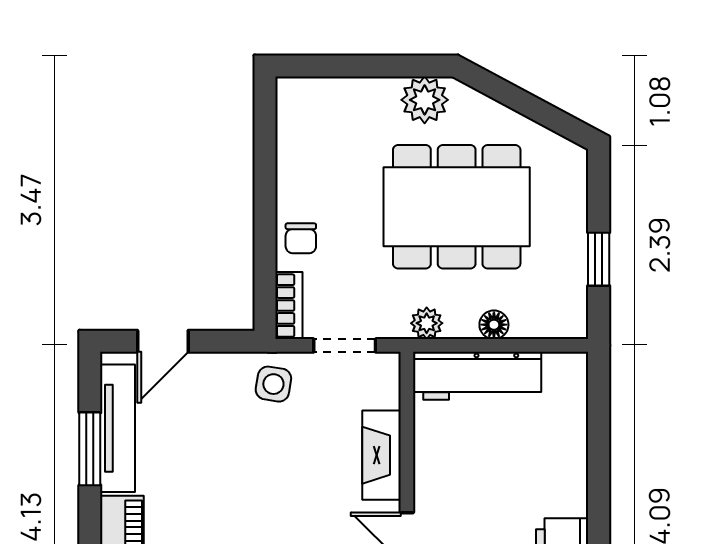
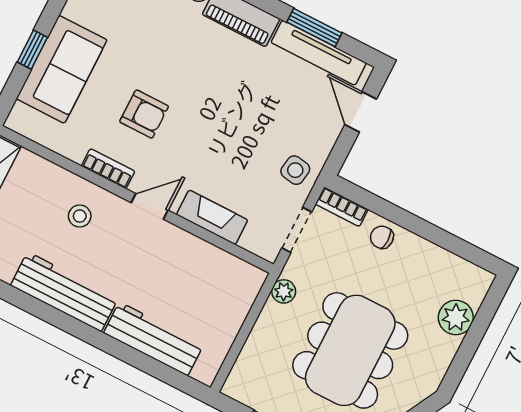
plant: (425, 100) -> (456, 317), moved
floor lamp: (494, 325) -> (260, 335), removed
workbench: (477, 376) -> (154, 339), moved, turned 90

